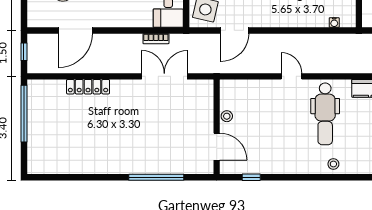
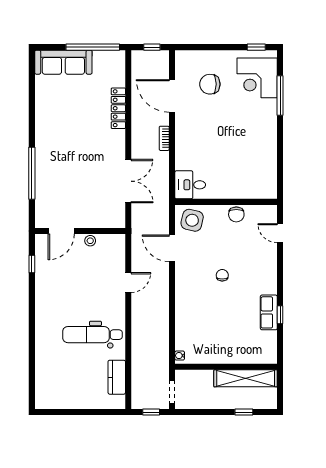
water cooler: (334, 23) -> (180, 356), moved
bookcase: (156, 39) -> (164, 138), moved
door: (291, 76) -> (128, 282), moved
sofa: (40, 144) -> (63, 62), added
stool: (333, 164) -> (45, 342), removed

